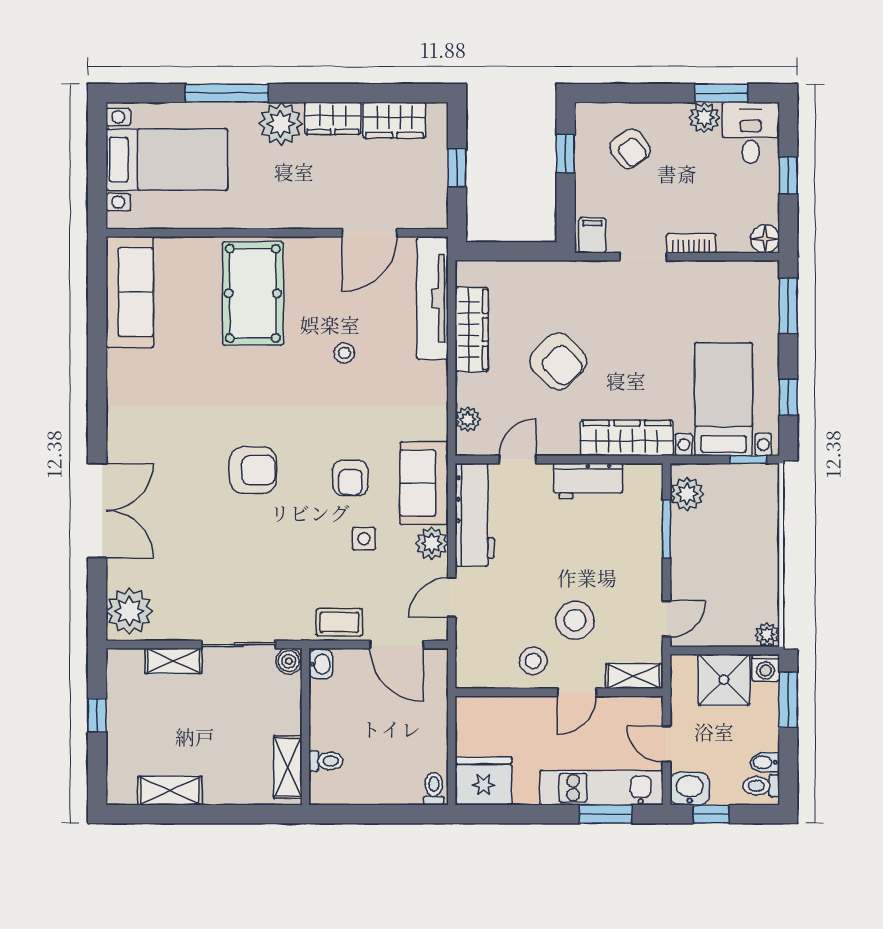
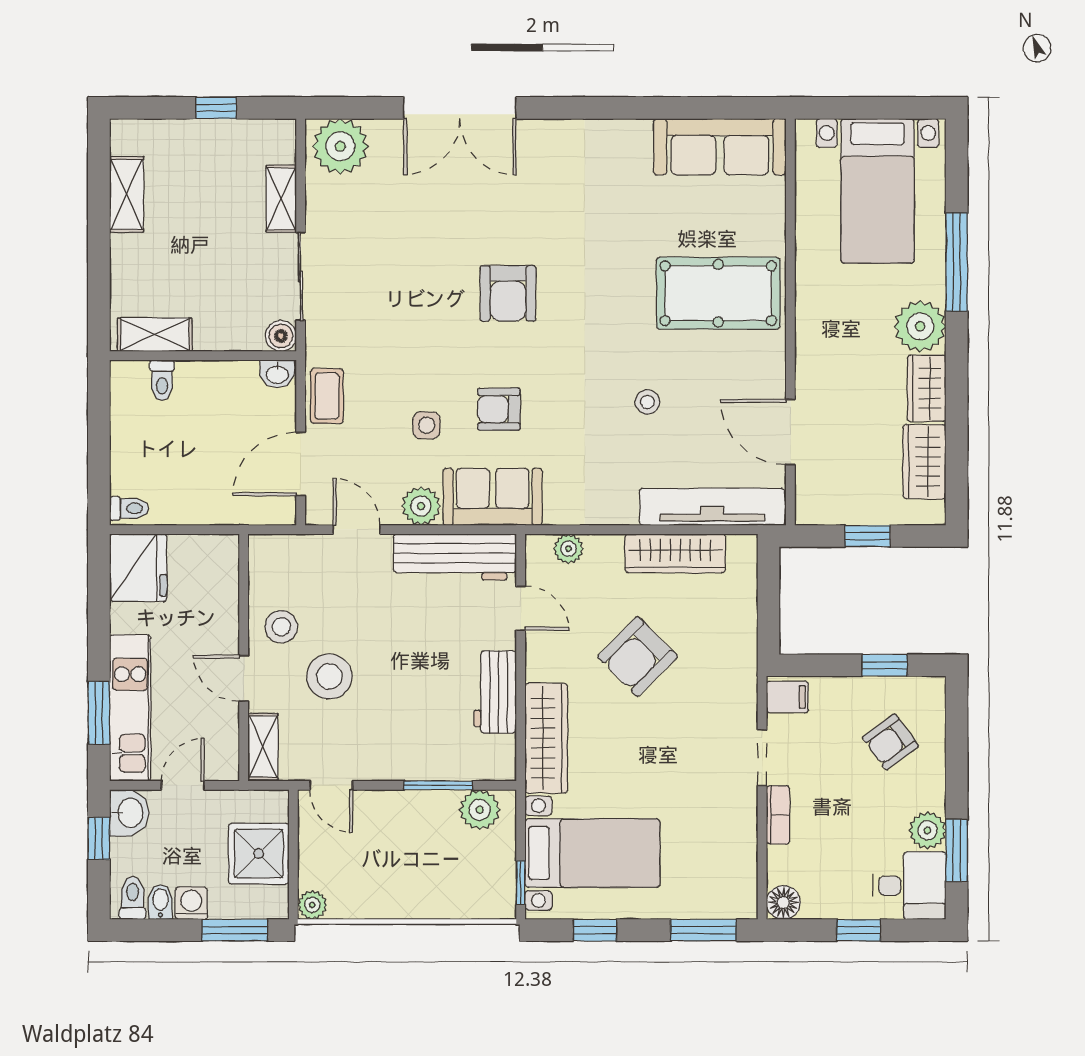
washing machine: (766, 668) -> (191, 903), moved, turned 90

